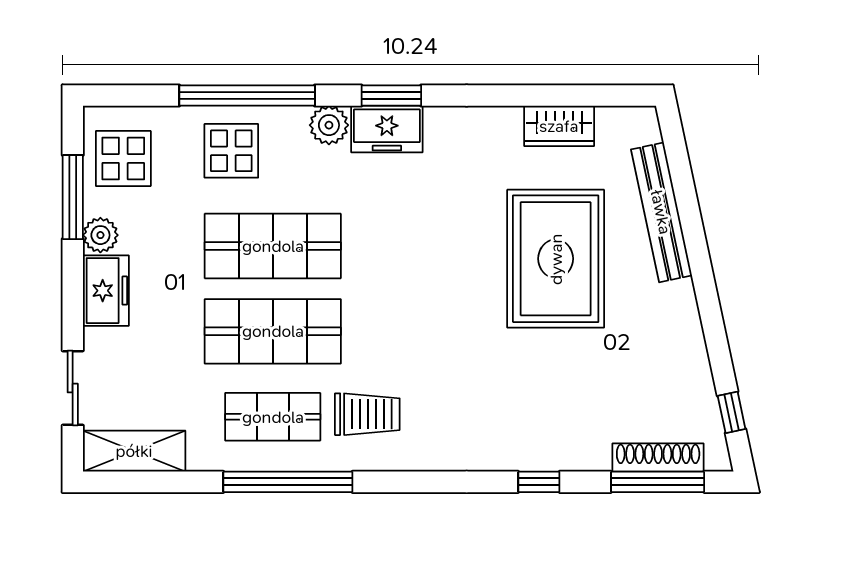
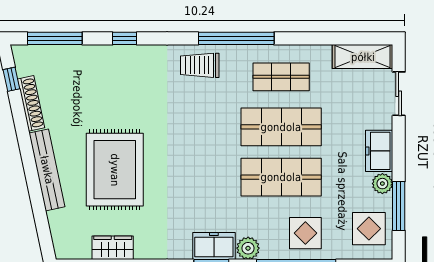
bench: (661, 212) -> (47, 170), moved
trolley: (367, 414) -> (200, 65), moved
shoe rack: (658, 458) -> (31, 103), moved, turned -102
window: (288, 482) -> (236, 38), moved

